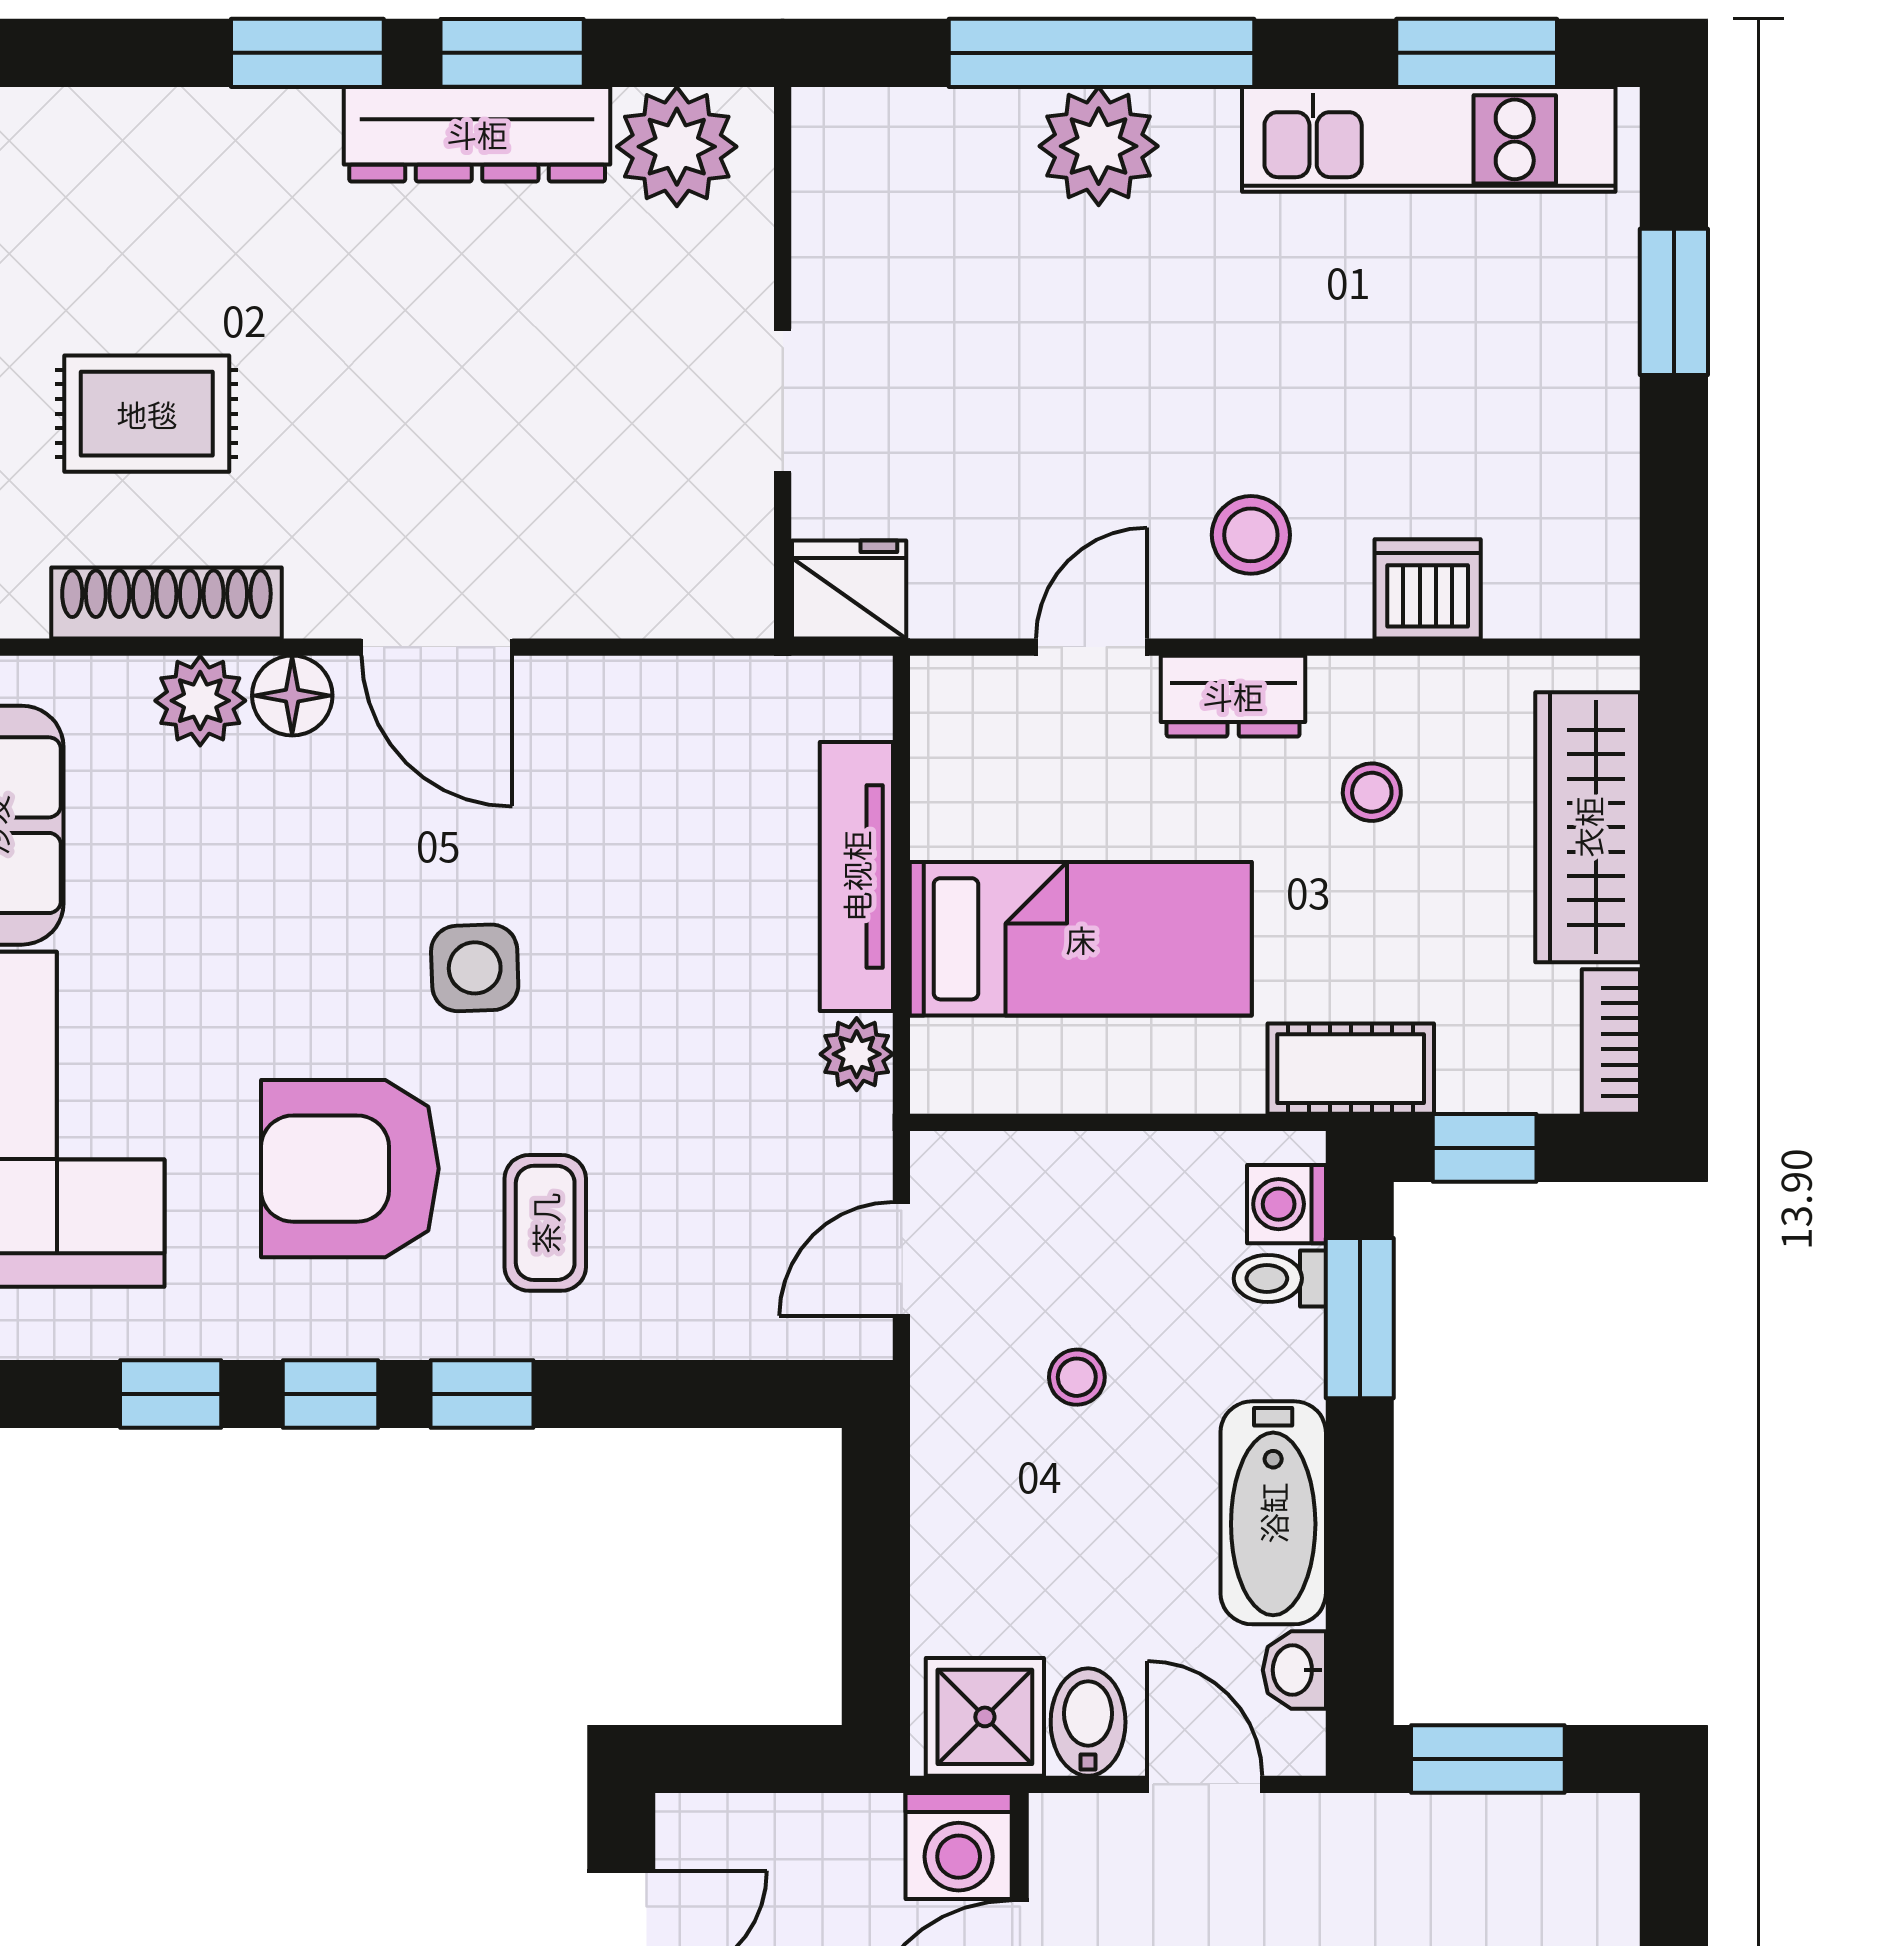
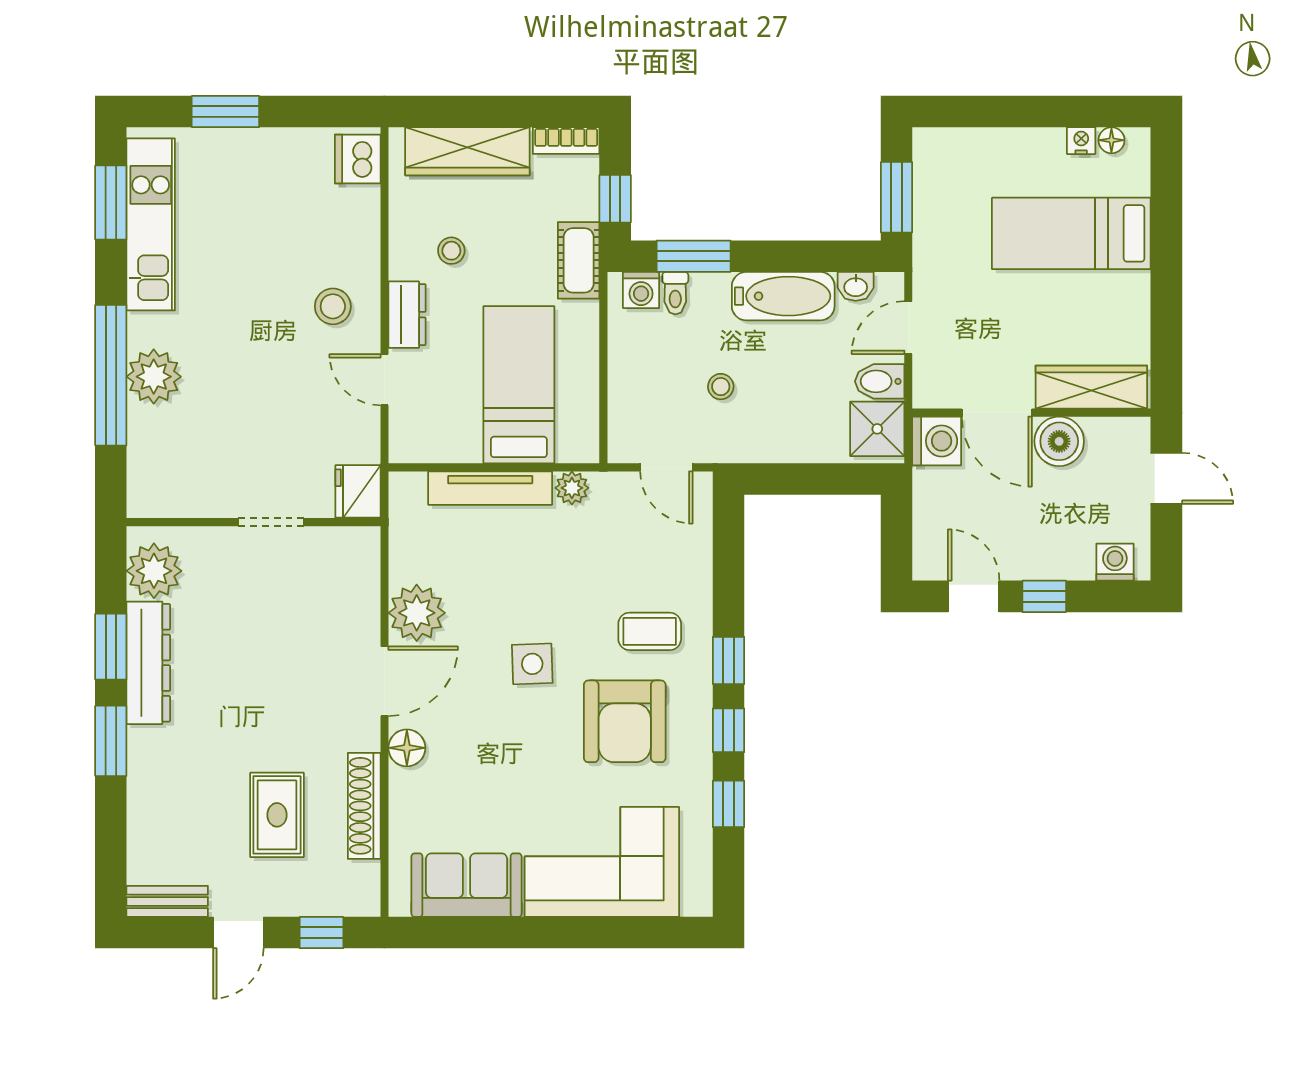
dishwasher: (1428, 589) -> (358, 159), moved
plant: (200, 701) -> (417, 613), moved, width x1.36, depth x1.36

